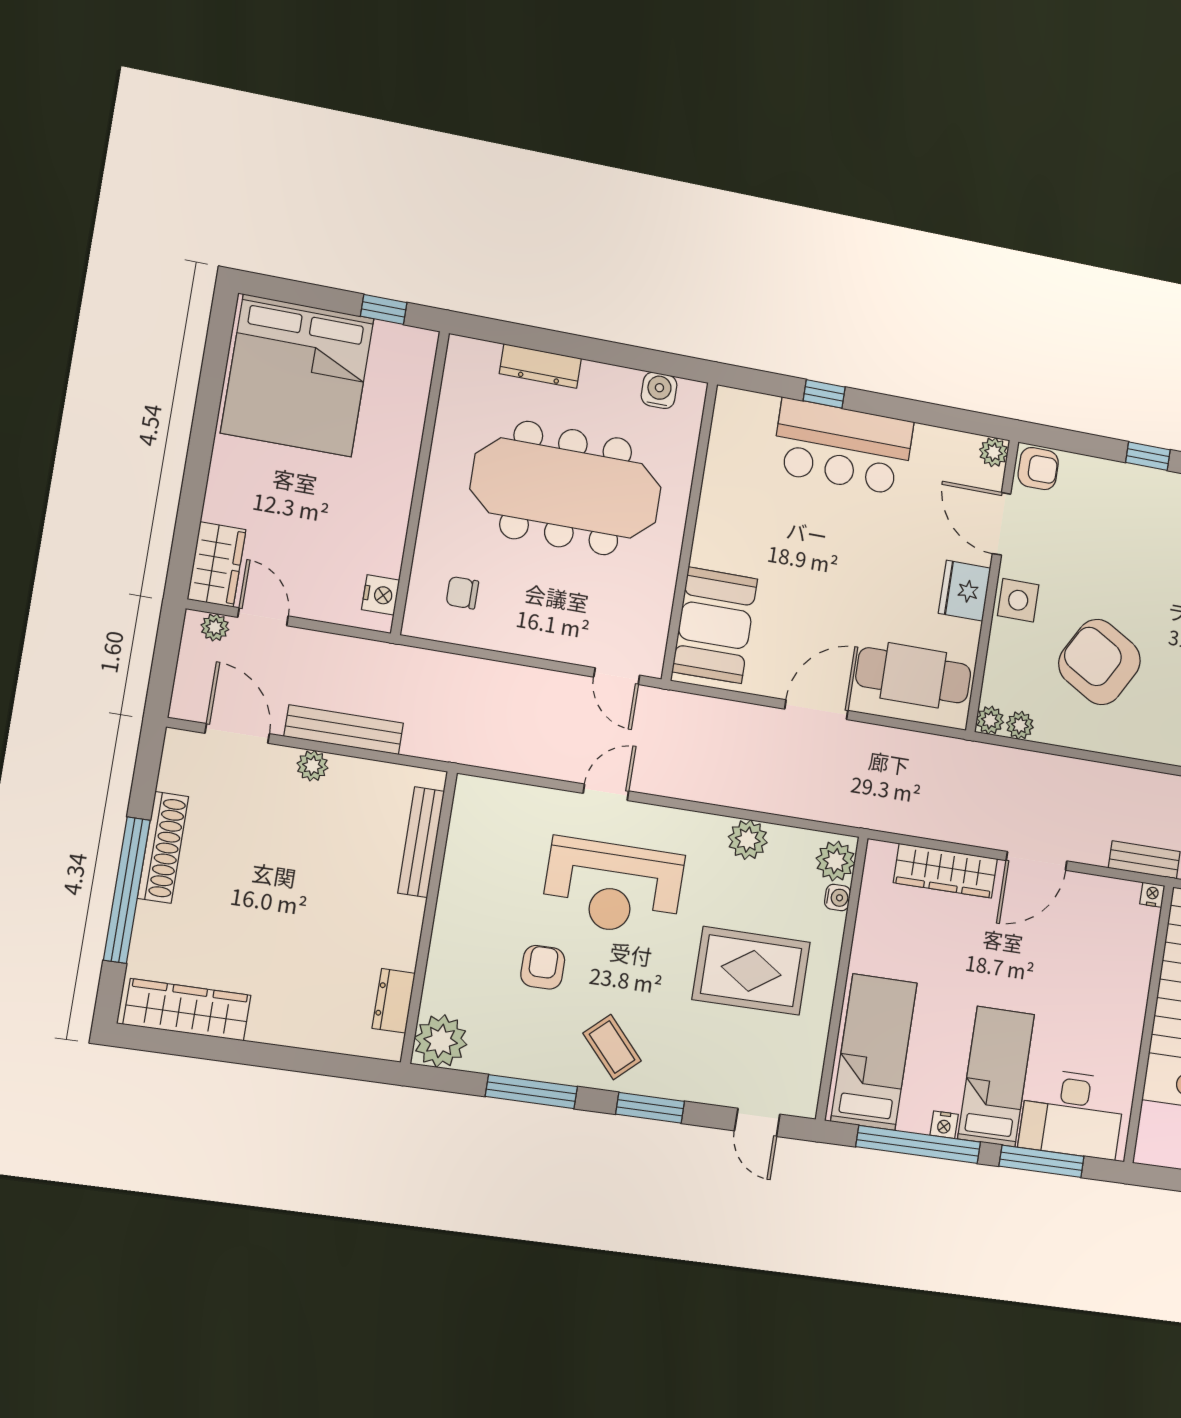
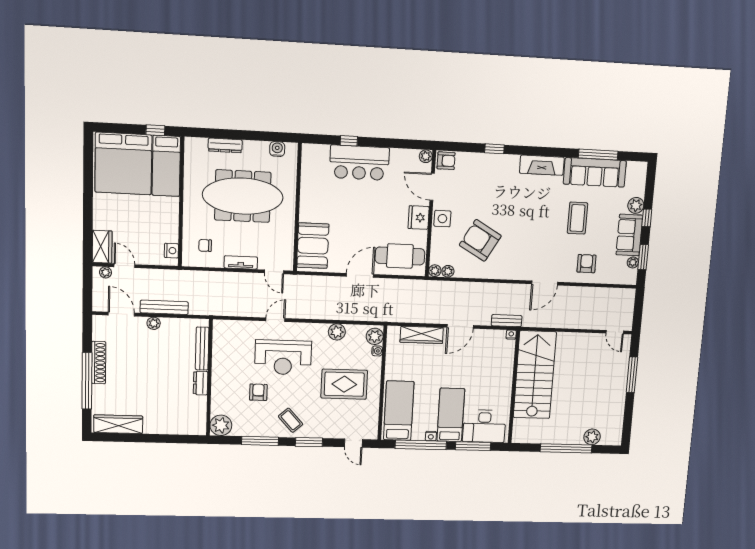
bed: (397, 395) -> (166, 166), added
tv unit: (541, 644) -> (241, 262), added
dresser: (394, 1001) -> (201, 383), moved

